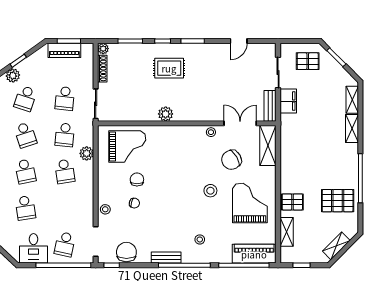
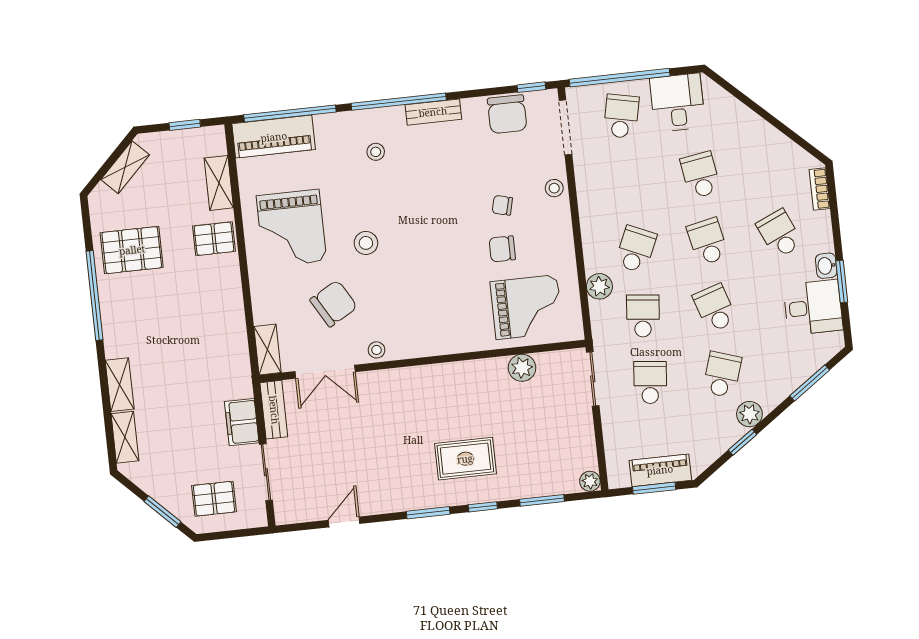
shoe rack: (102, 69) -> (588, 444), removed
plant: (166, 114) -> (522, 368), moved
shelving: (268, 145) -> (267, 350), width x0.67, depth x0.75
grand piano: (127, 147) -> (527, 307), turned 180
school desk: (65, 171) -> (636, 249), turned 33
chair: (137, 179) -> (502, 249), turned 90

